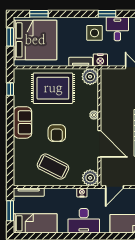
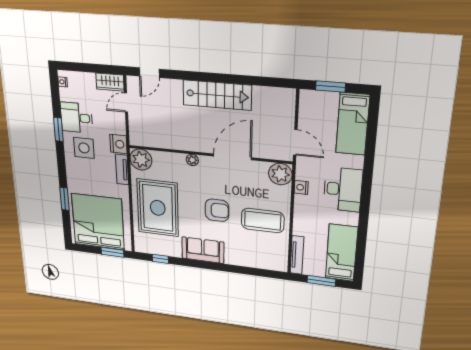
window: (39, 14) -> (65, 199), moved
window: (10, 37) -> (112, 252), moved
coffee table: (53, 167) -> (263, 221), turned 63

